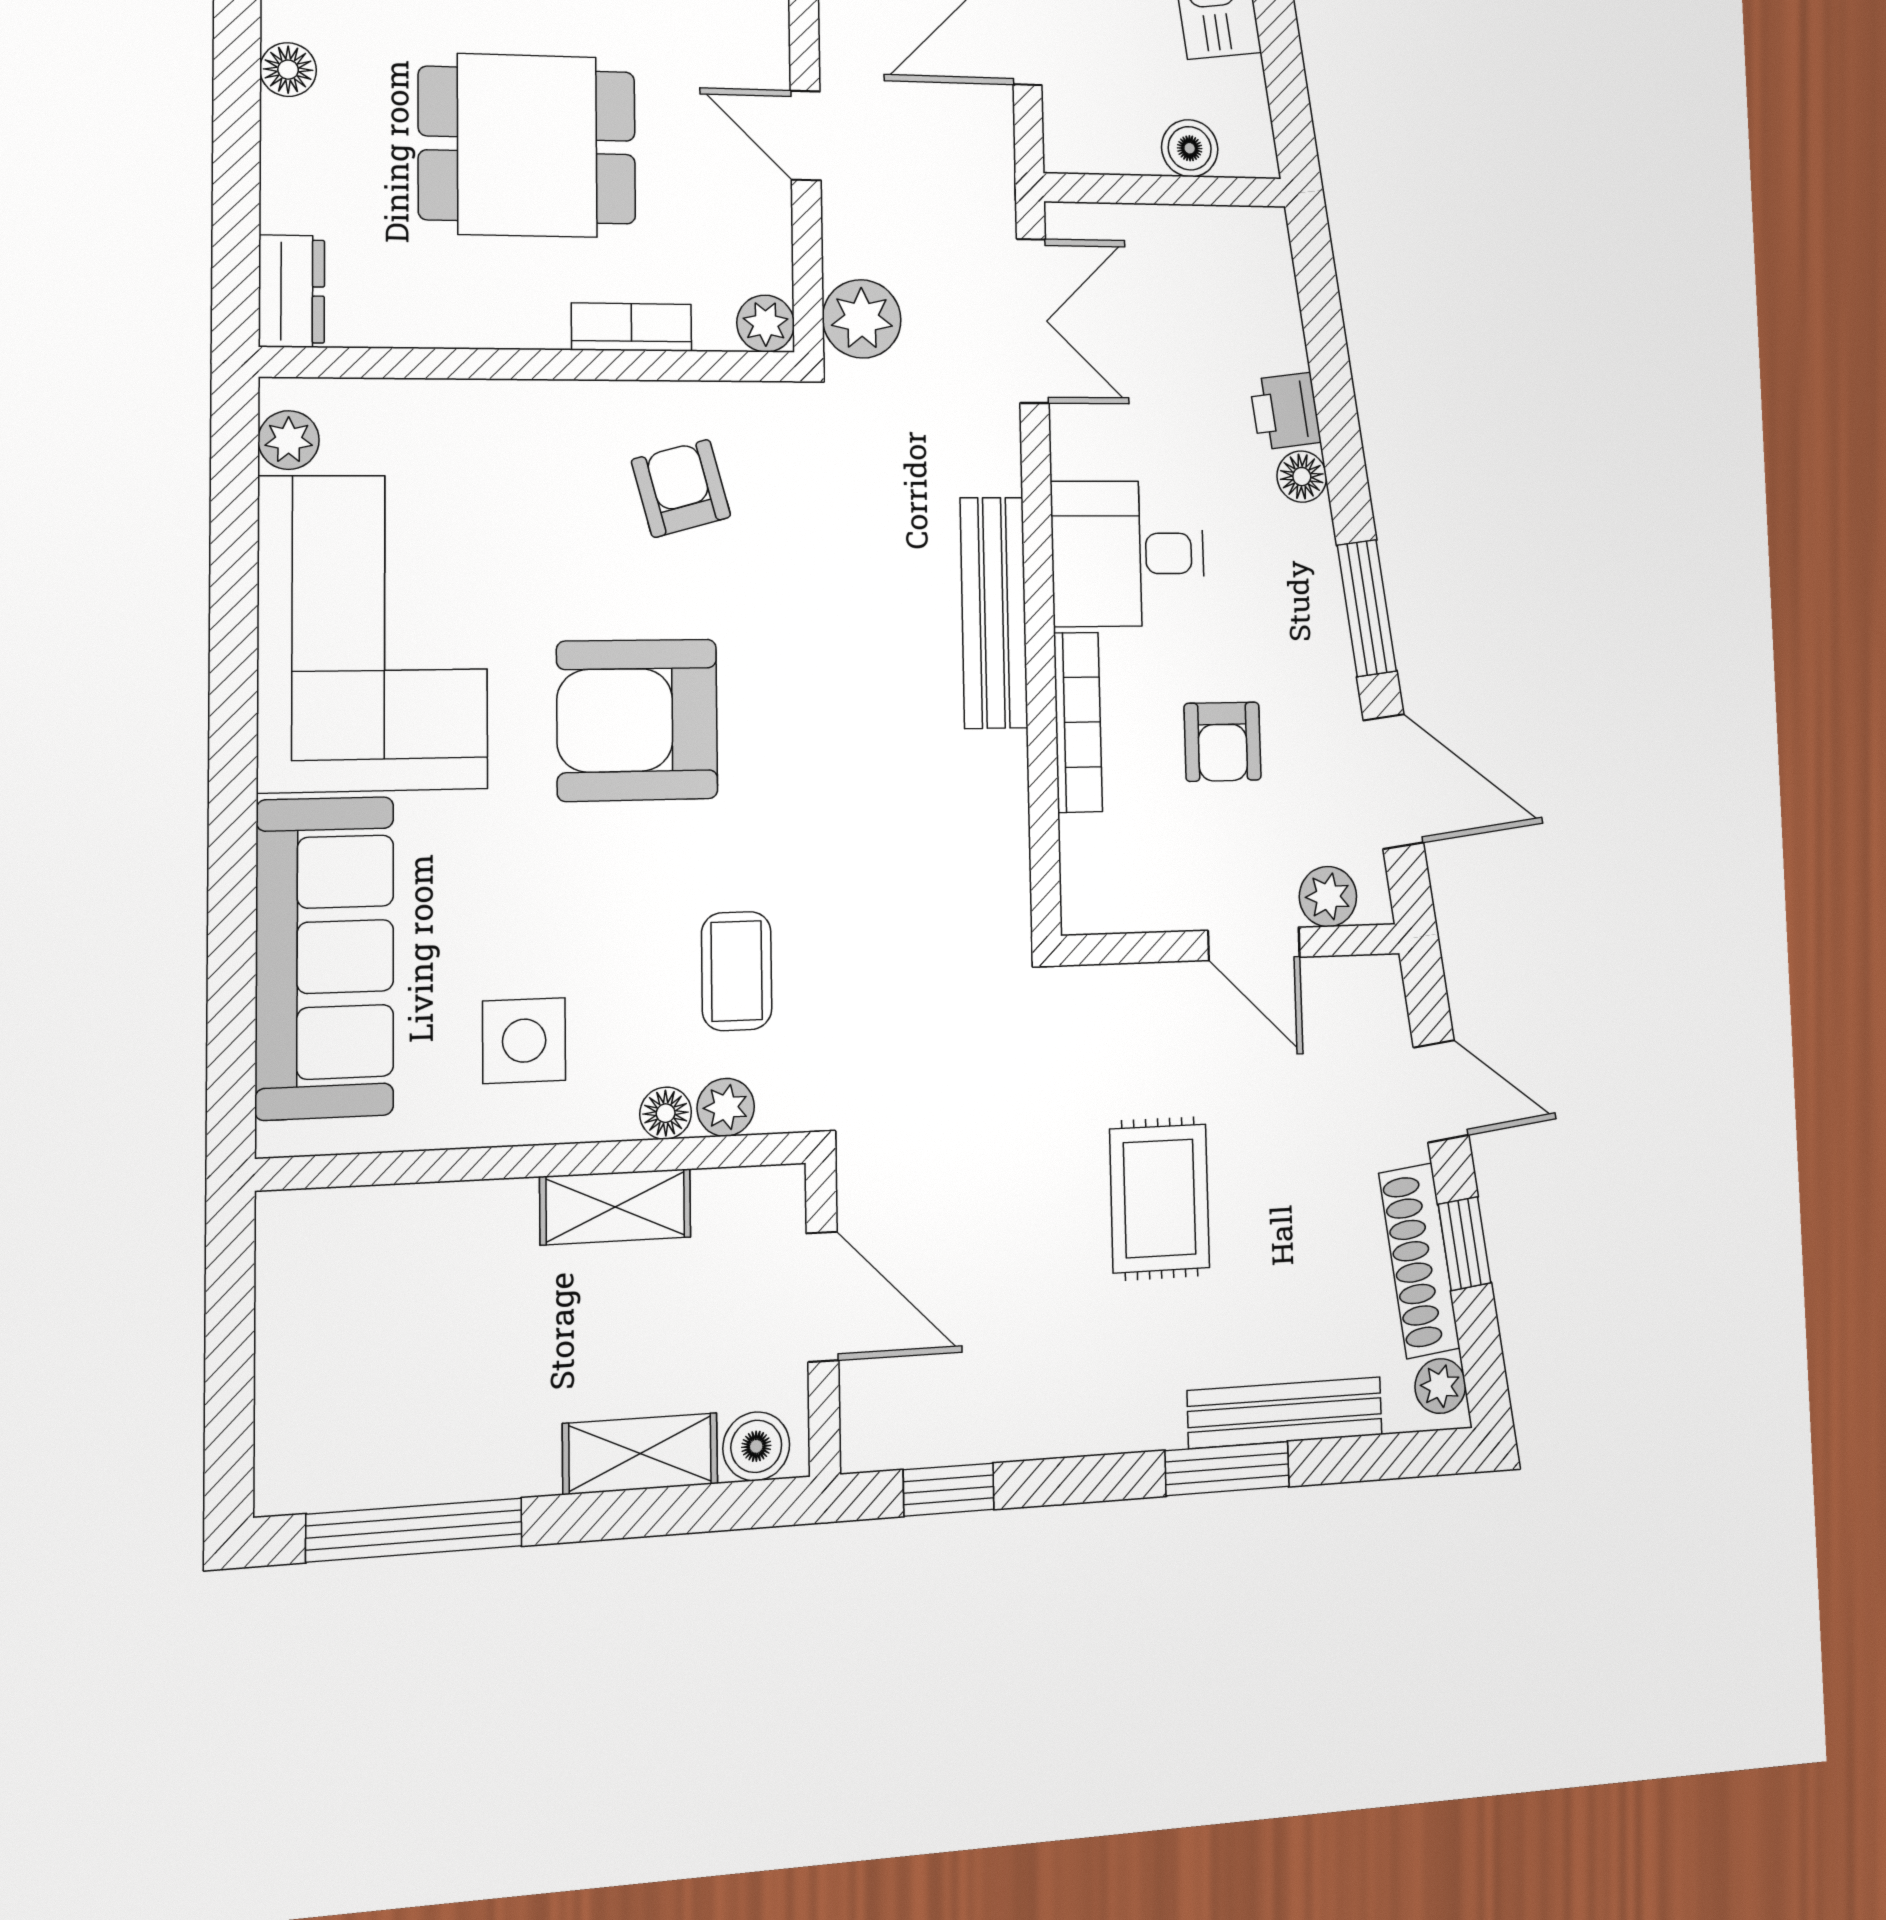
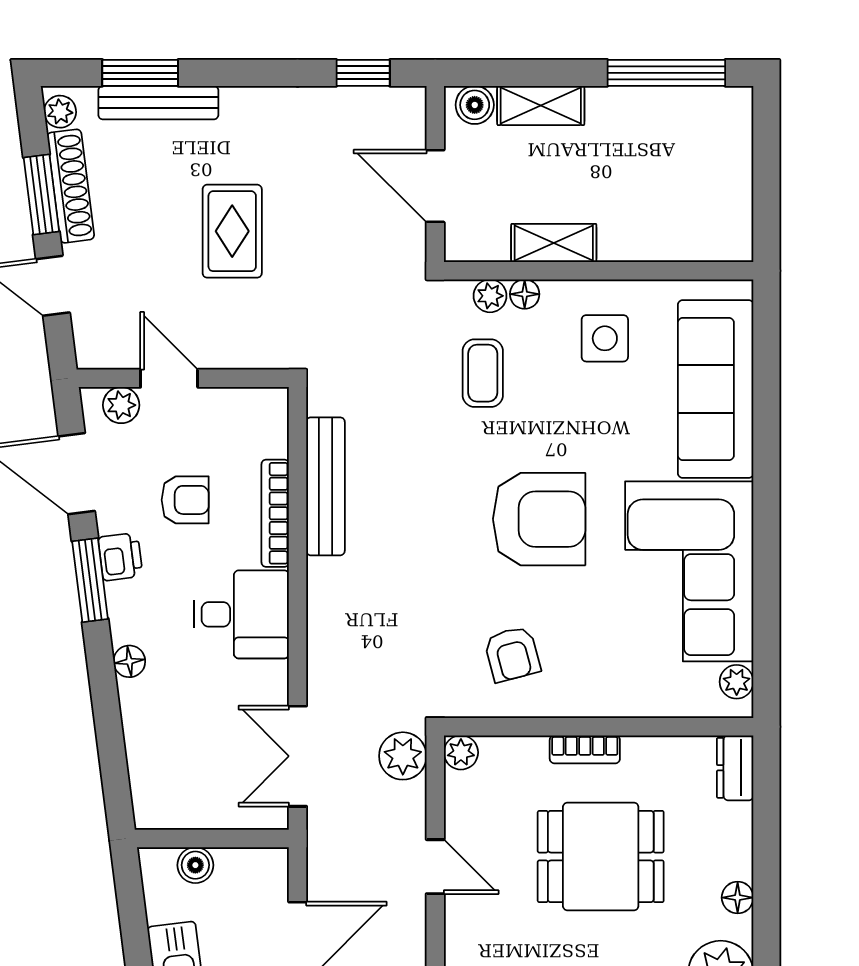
bookcase: (632, 327) -> (585, 749), moved
printer: (1285, 411) -> (120, 557), moved
bench: (994, 613) -> (325, 486), moved
armchair: (1223, 742) -> (185, 500), turned 90
window: (1464, 1244) -> (41, 195), width x1.50
window: (1227, 1469) -> (140, 73), moved

